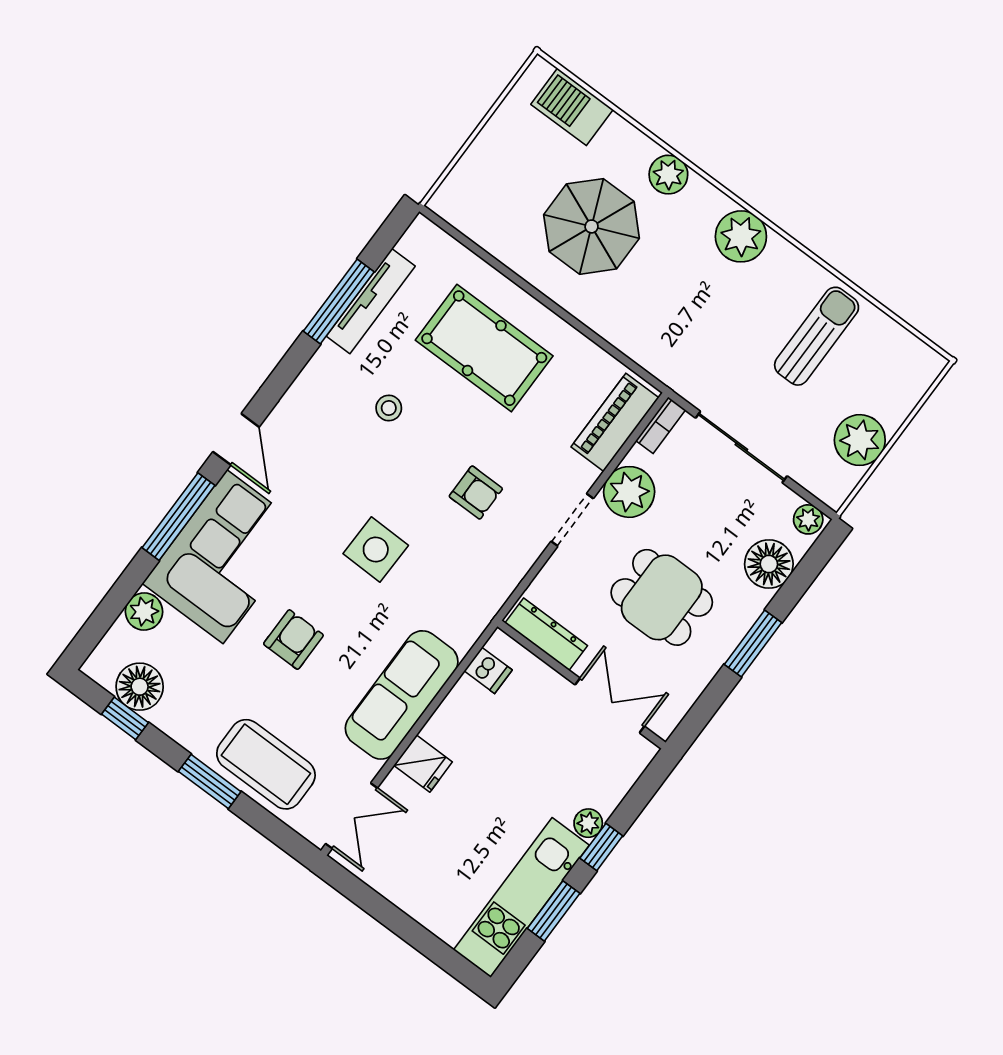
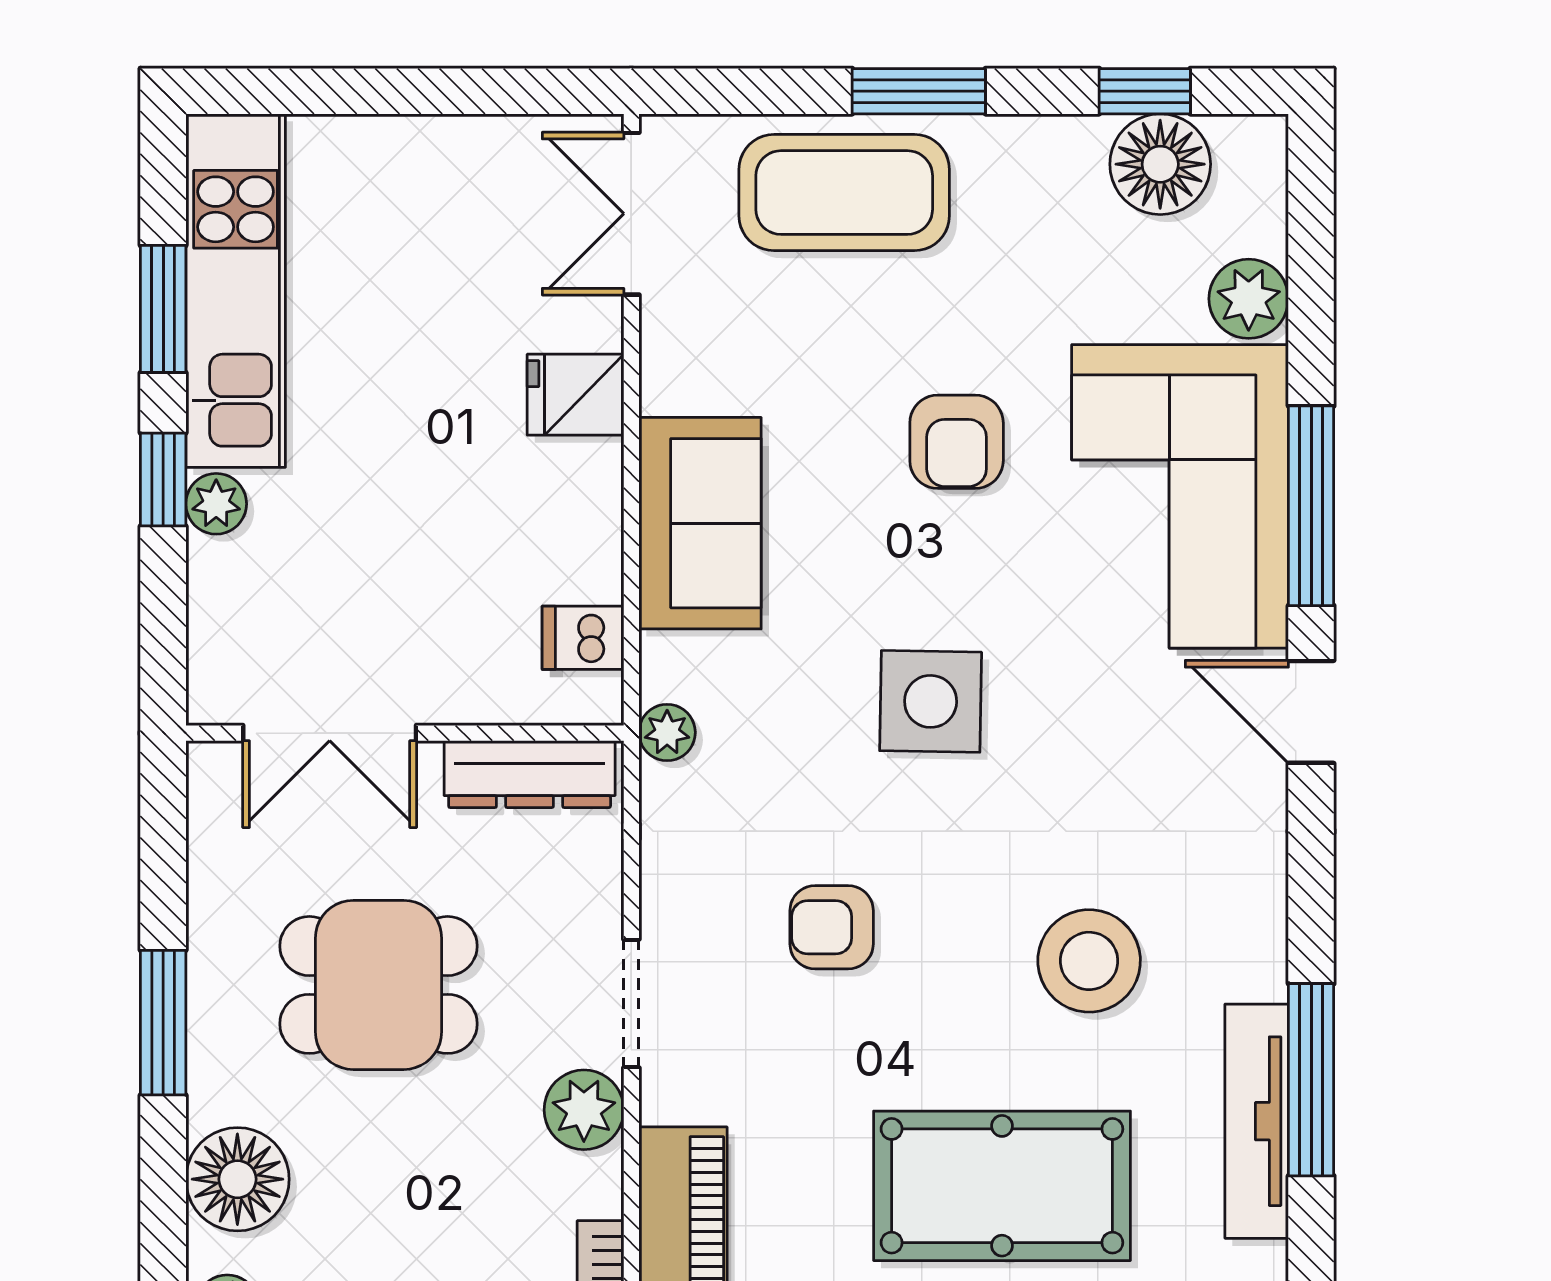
stool: (389, 408) -> (1089, 961), width x1.89, depth x1.89
plant: (629, 492) -> (584, 1110), width x0.73, depth x0.73
plant: (483, 611) -> (667, 732), added
sofa: (402, 695) -> (700, 523), width x0.73

